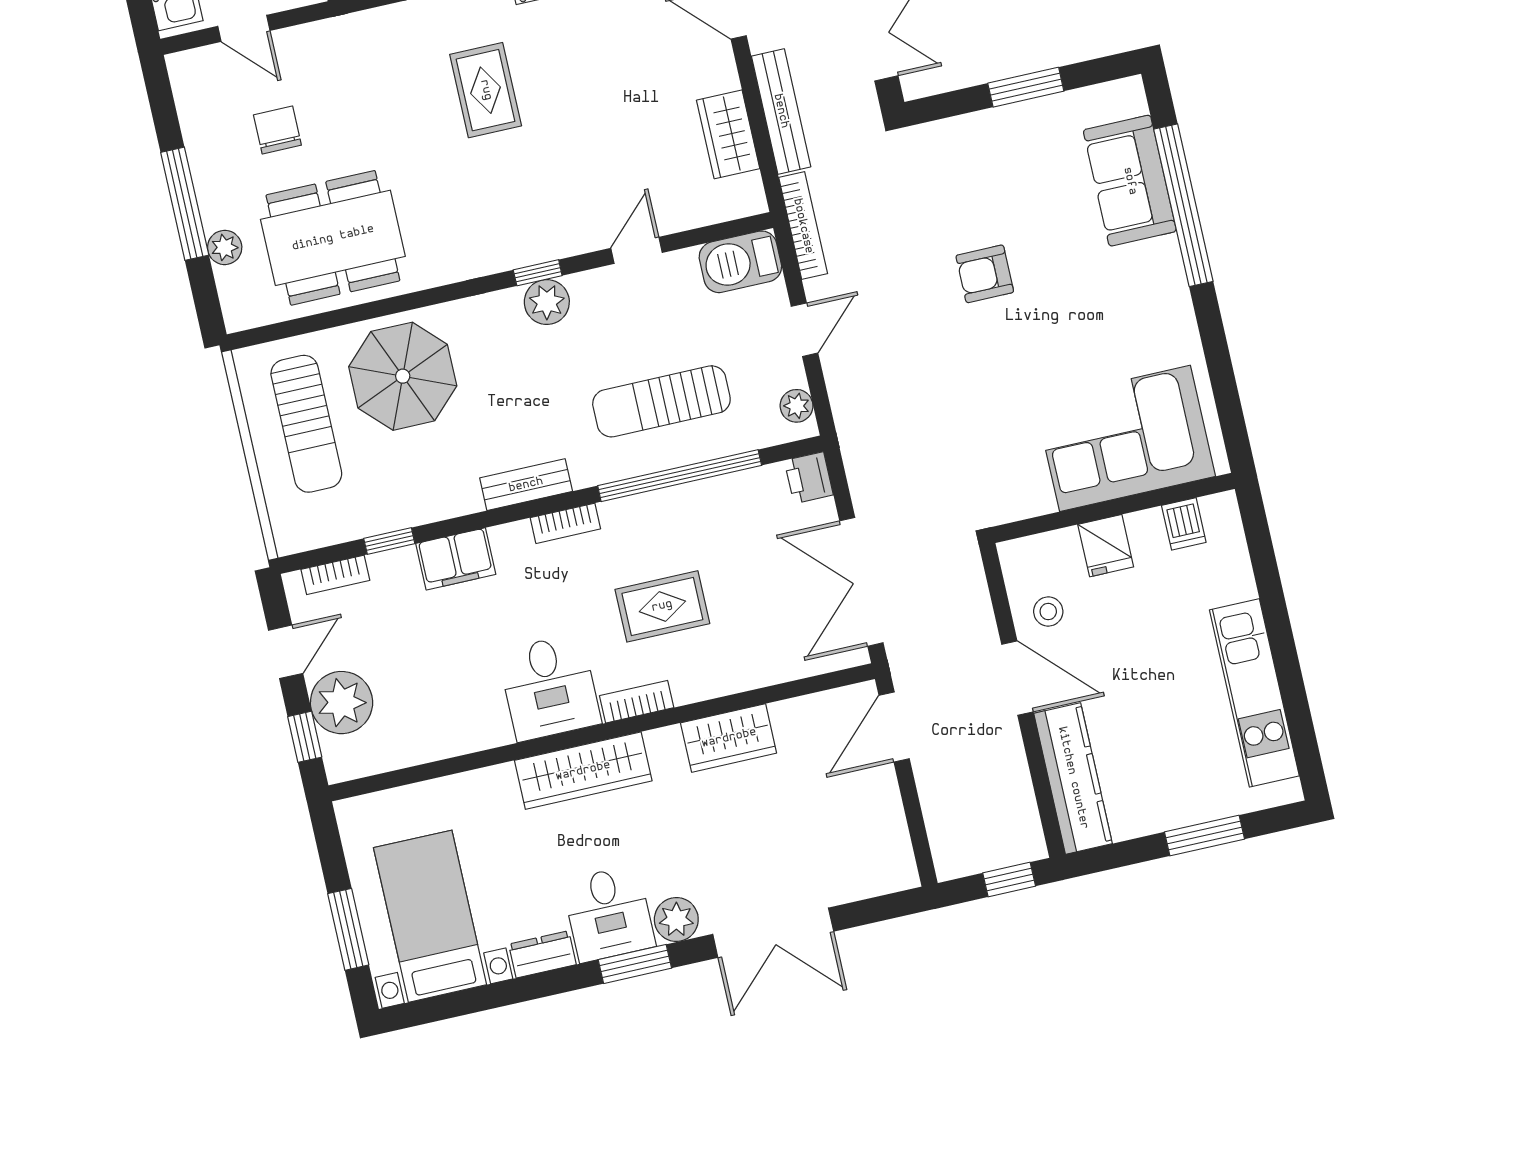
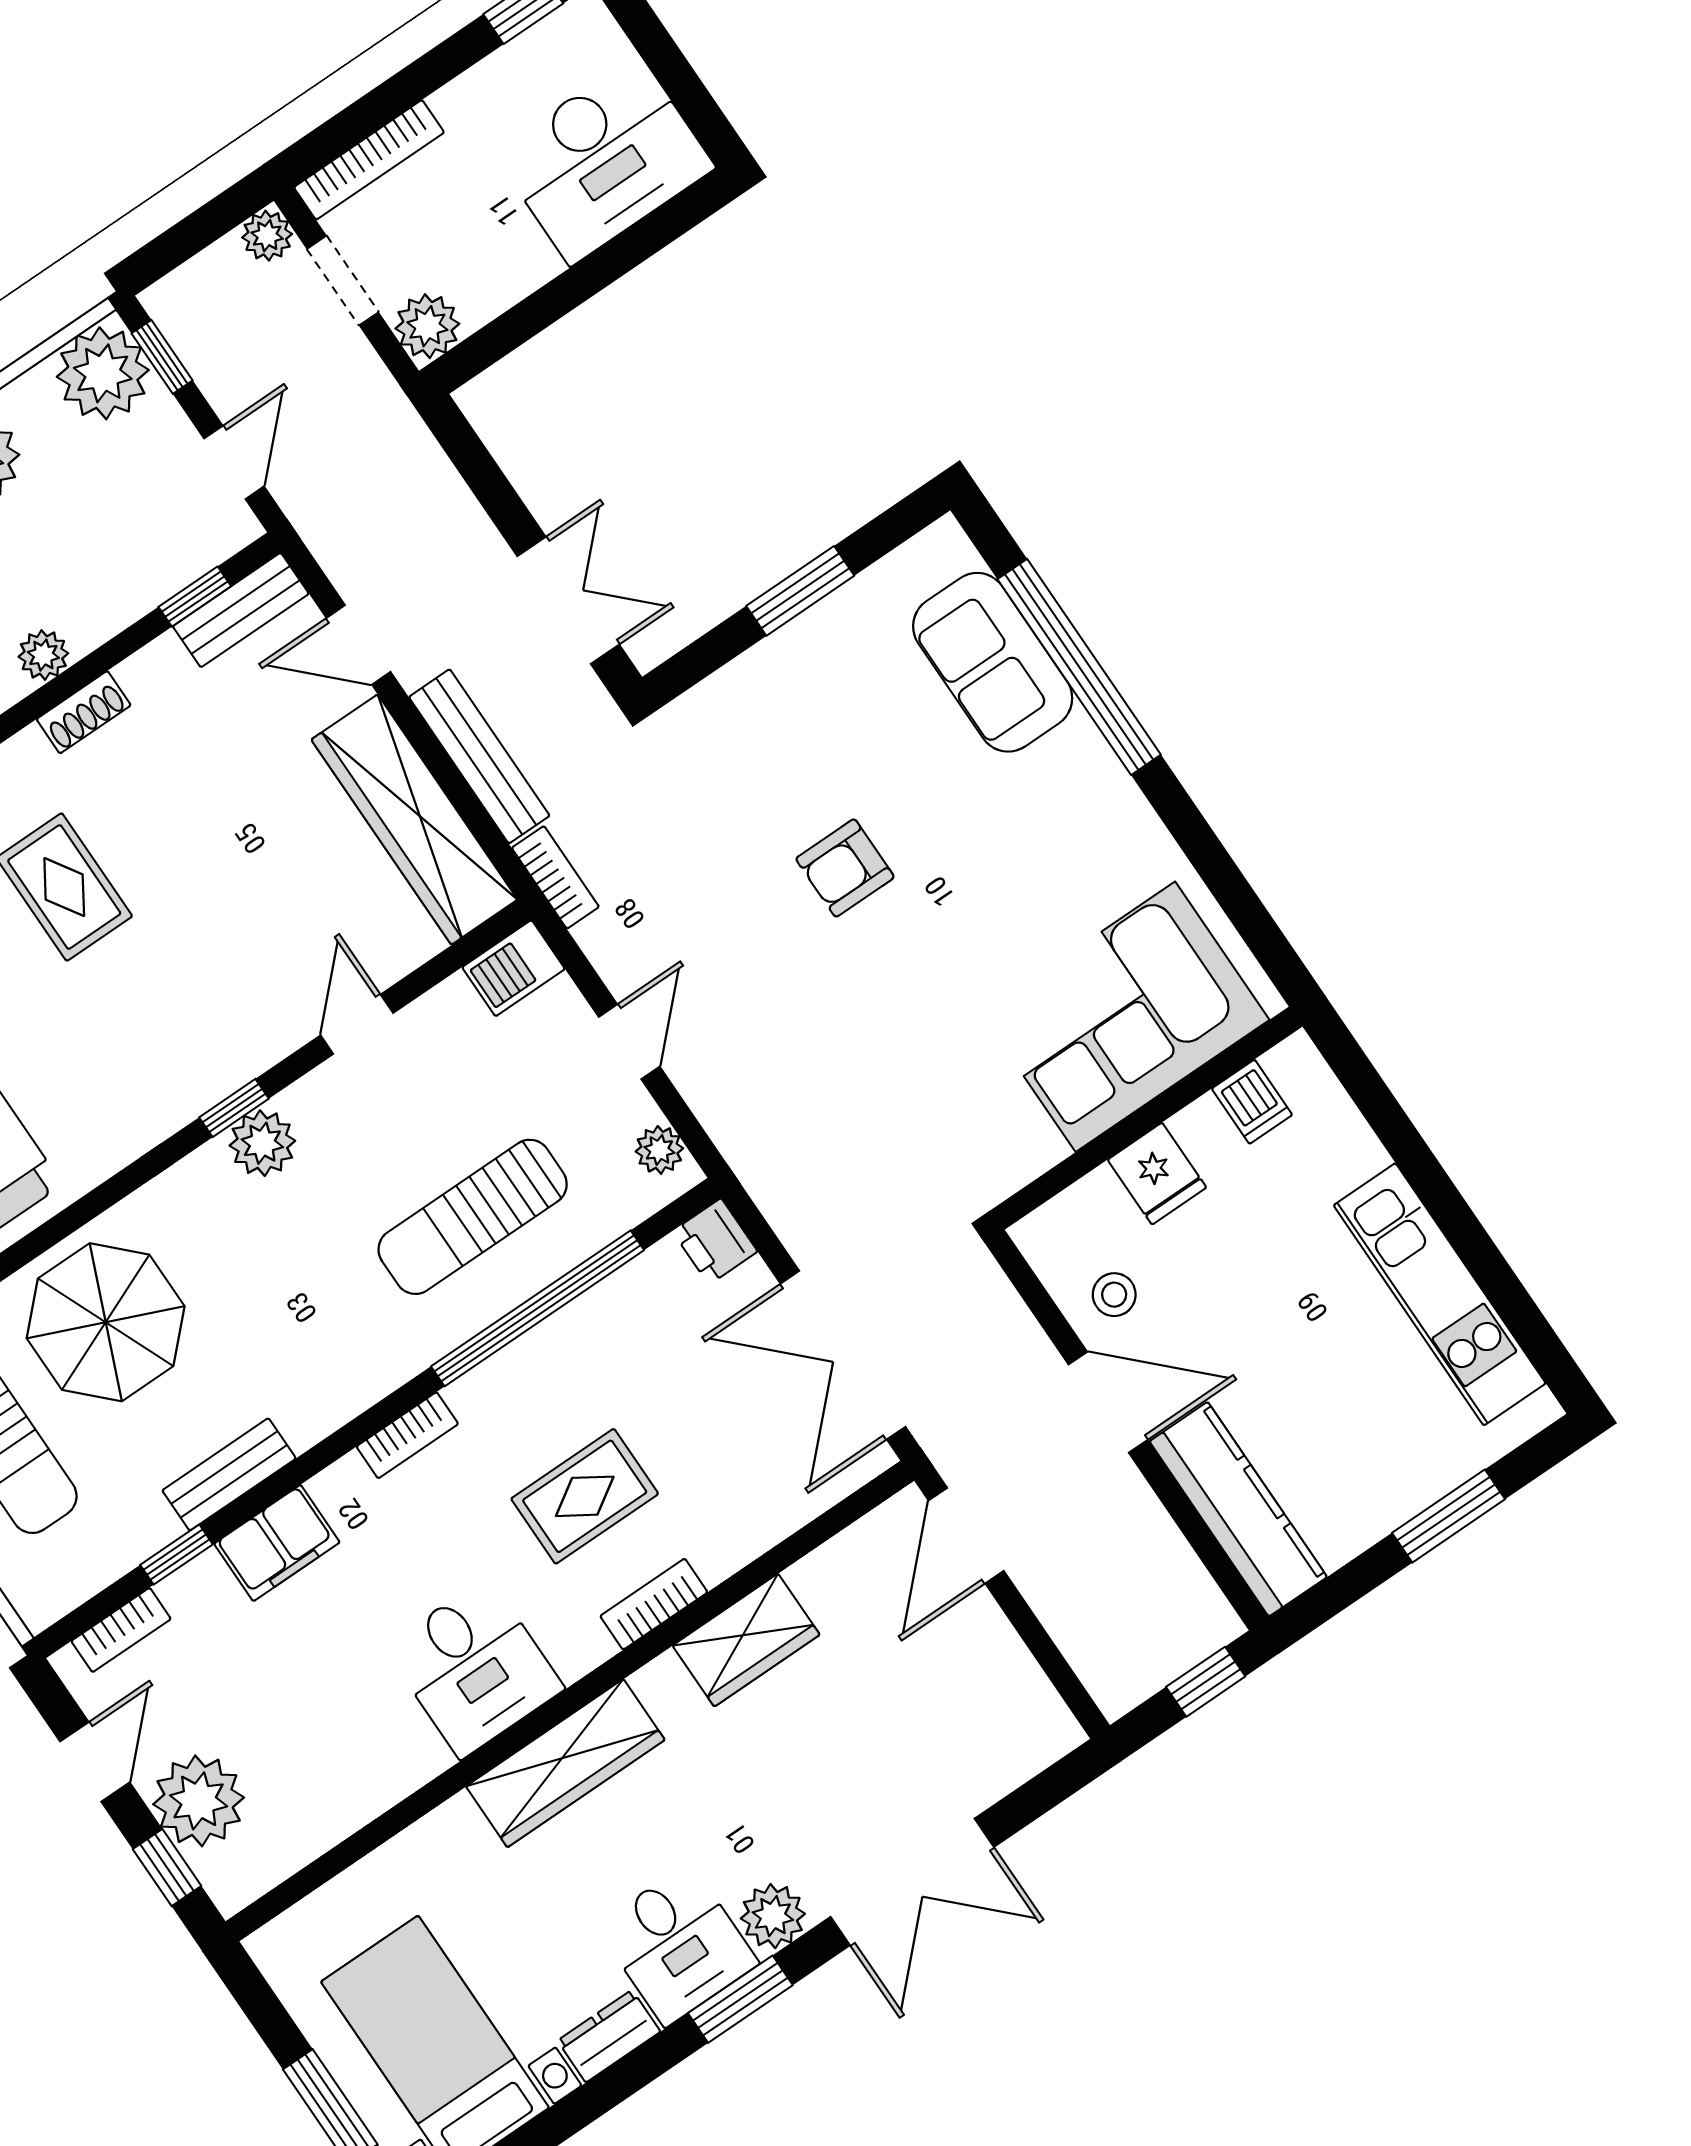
wardrobe: (728, 134) -> (414, 820), width x2.10, depth x1.17
bookcase: (803, 226) -> (555, 877), width x0.64
barbecue: (740, 262) -> (513, 968), width x0.73, depth x0.79
bench: (526, 485) -> (229, 1474), moved
bookcase: (637, 702) -> (654, 1604), moved

